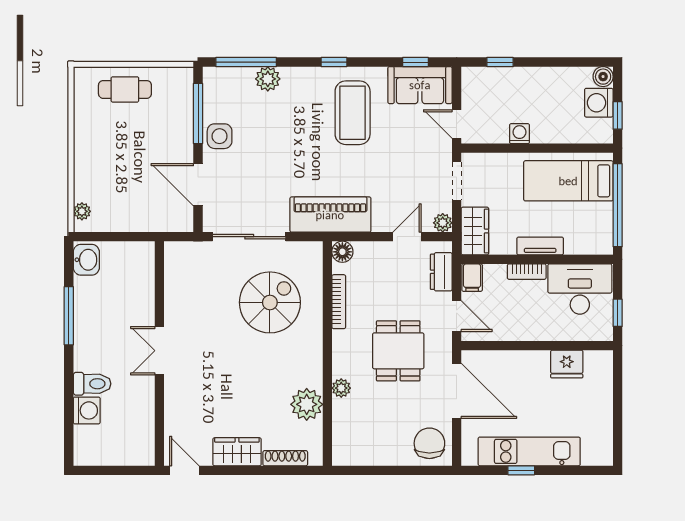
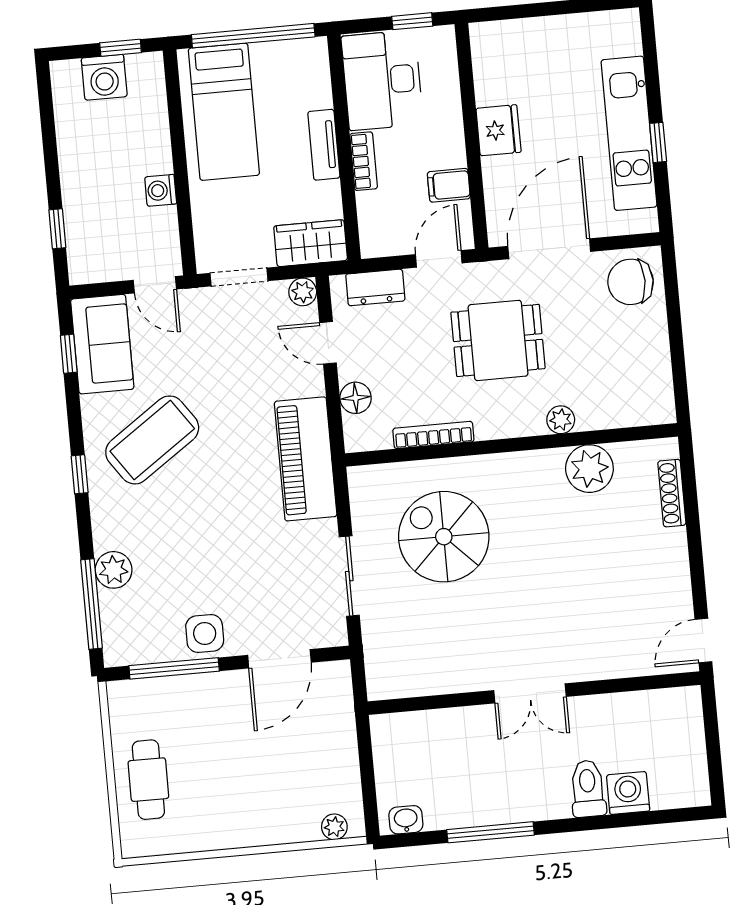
boiler: (603, 77) -> (65, 74), removed
coffee table: (353, 113) -> (152, 440), turned -35
door: (457, 124) -> (155, 285), hinge flipped
sliding door: (249, 237) -> (349, 576), width x0.73
floor lamp: (342, 252) -> (356, 398), moved
washbasin: (86, 260) -> (406, 820), width x0.72, depth x0.69
filing cabinet: (472, 278) -> (449, 185), moved, turned 180
fridge: (567, 364) -> (498, 130), moved
wardrobe: (237, 452) -> (669, 565), removed

